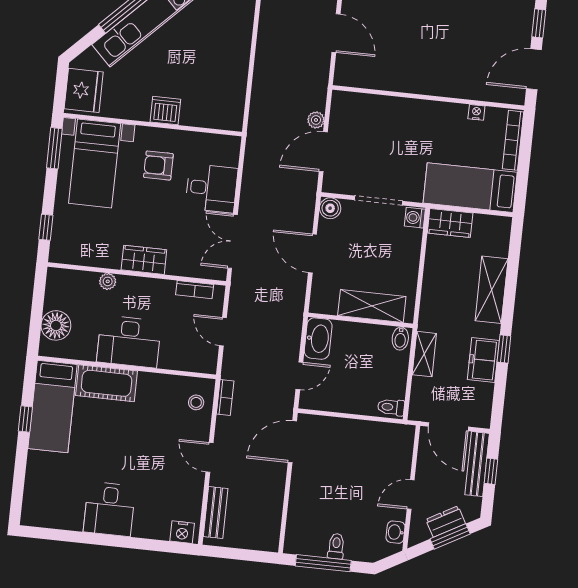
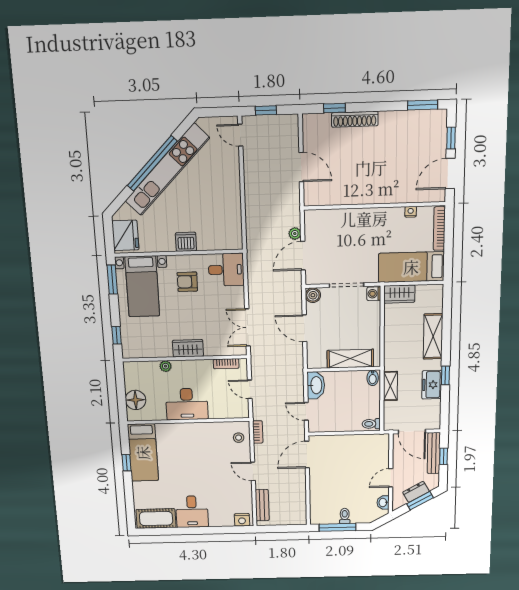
desk: (212, 188) -> (226, 270), moved
door: (299, 376) -> (306, 411), swing flipped
cot: (107, 383) -> (156, 519), moved

